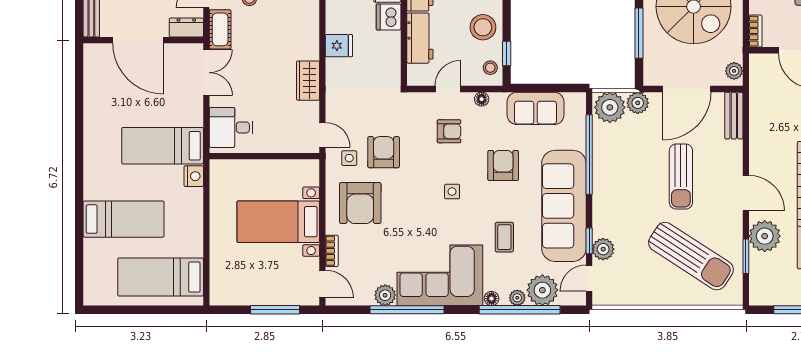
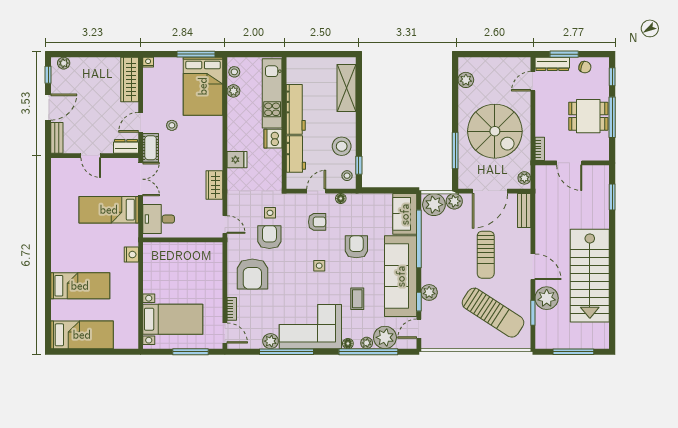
door: (138, 40) -> (91, 156), width x0.53
sofa: (536, 108) -> (405, 214), moved, turned 90
bed: (163, 146) -> (109, 210), moved
side table: (349, 158) -> (270, 213), moved
bed with nightstands: (278, 222) -> (173, 319), moved, turned 180
plant: (603, 249) -> (429, 292), moved
bed: (161, 277) -> (82, 335), moved, turned 180

